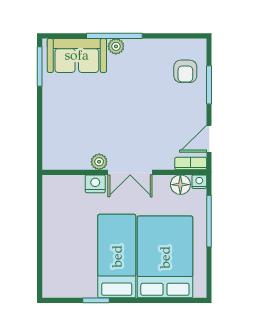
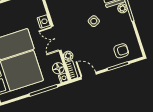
armchair: (185, 71) -> (121, 51), turned 180
side table: (122, 101) -> (94, 21), added
plant: (99, 162) -> (68, 56), moved

